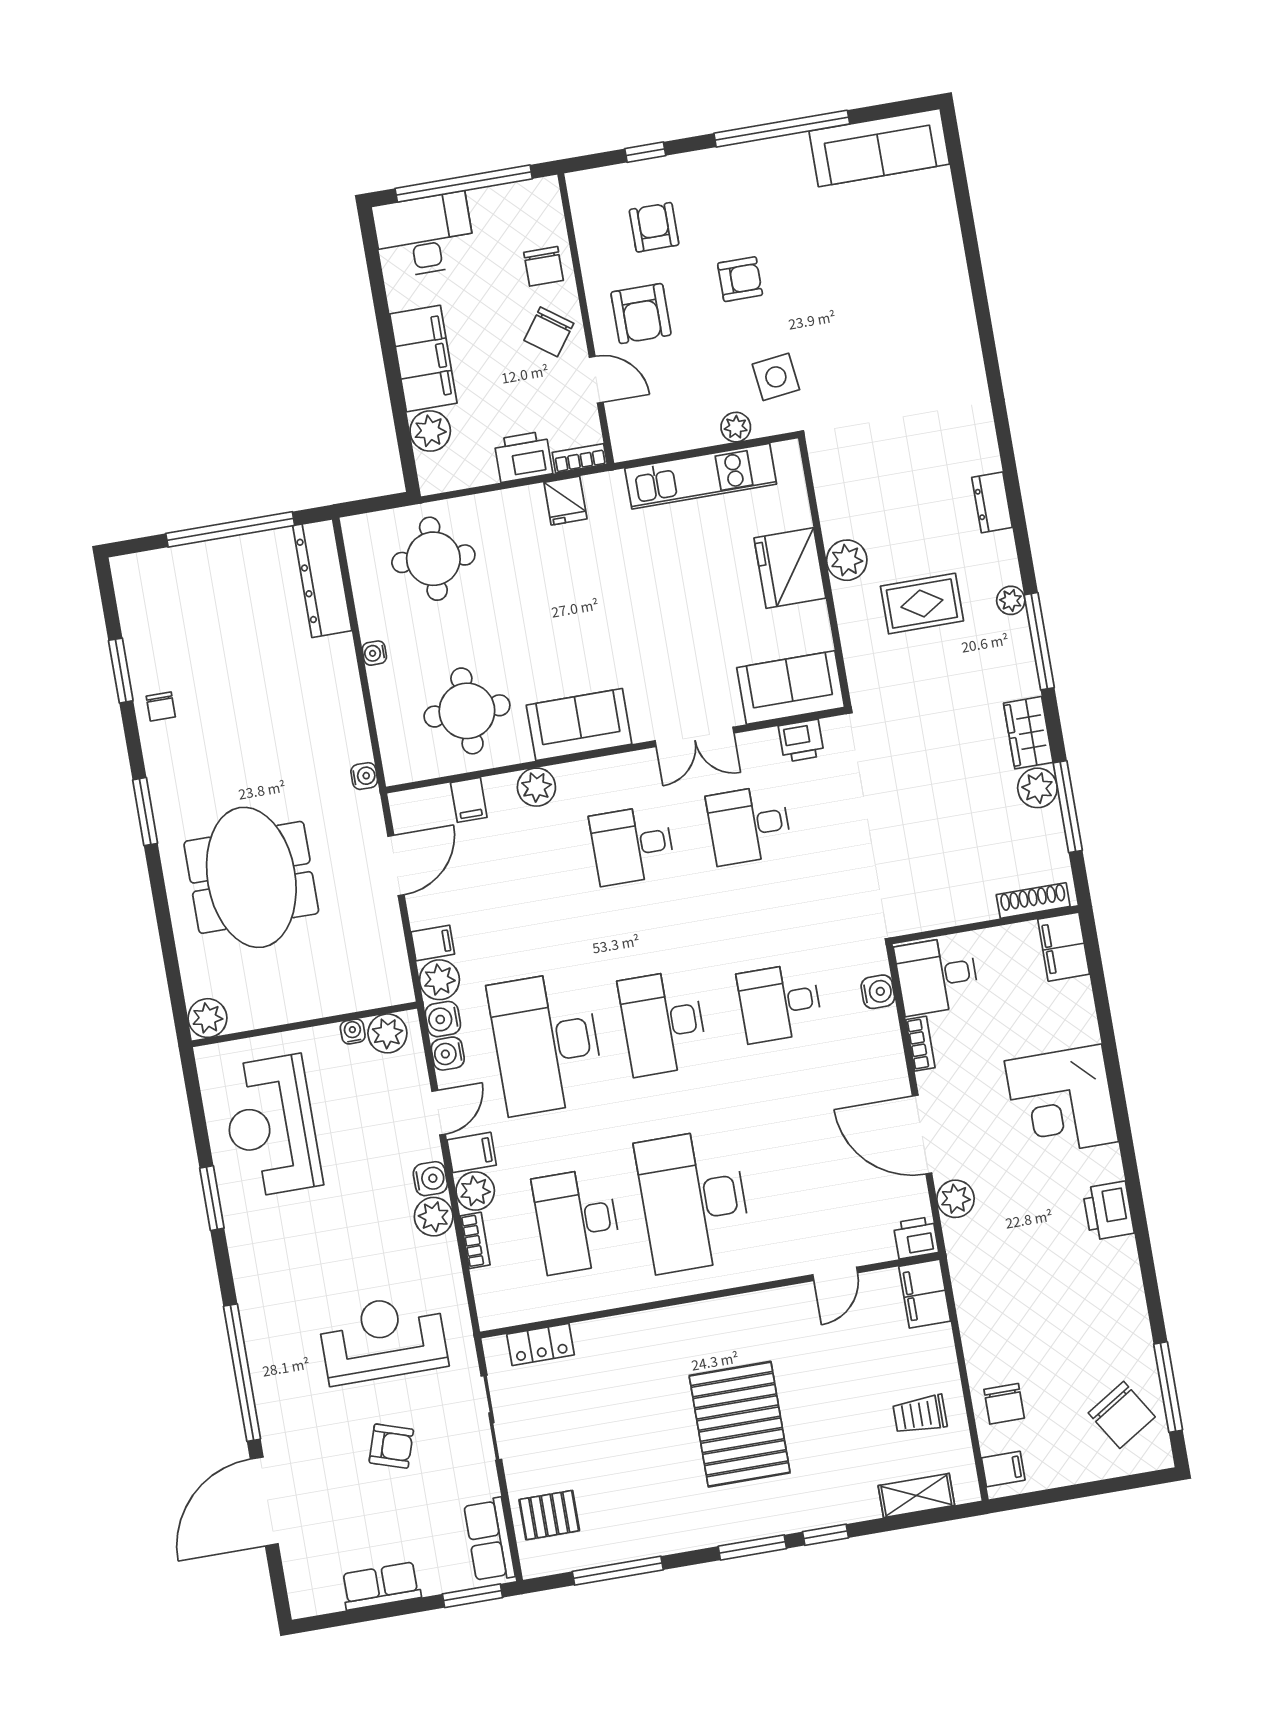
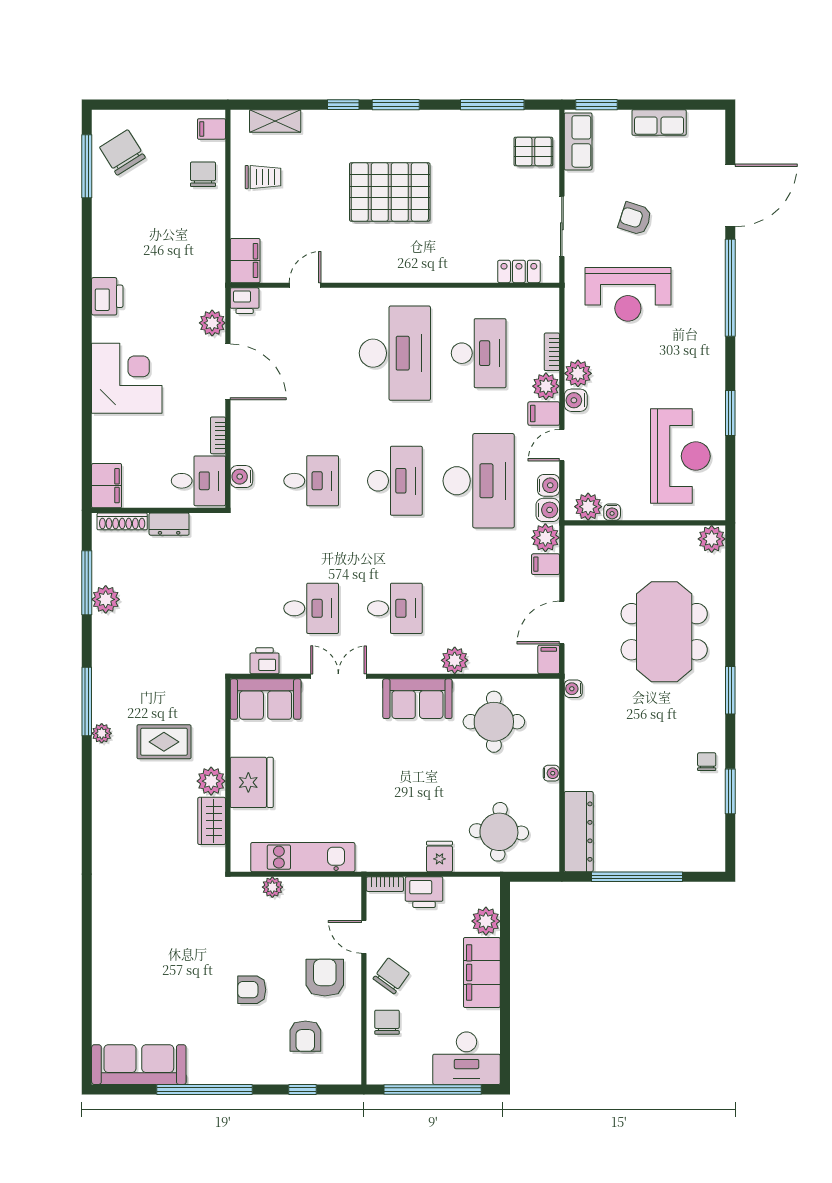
side table: (776, 377) -> (238, 917), removed
fridge: (565, 501) -> (439, 856), moved
dresser: (992, 502) -> (169, 524), moved, turned 90
wardrobe: (1028, 733) -> (212, 821), moved, turned 180
filing cabinet: (469, 800) -> (549, 659), moved
pallet: (740, 1424) -> (390, 192), turned 90

